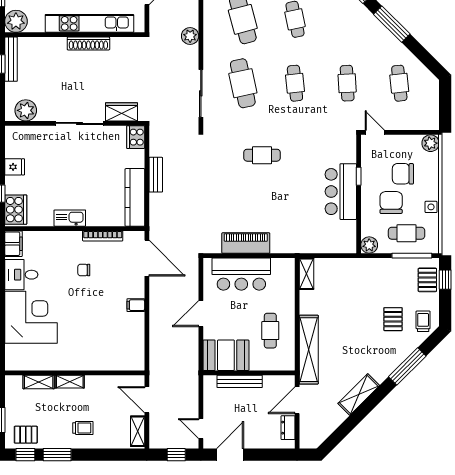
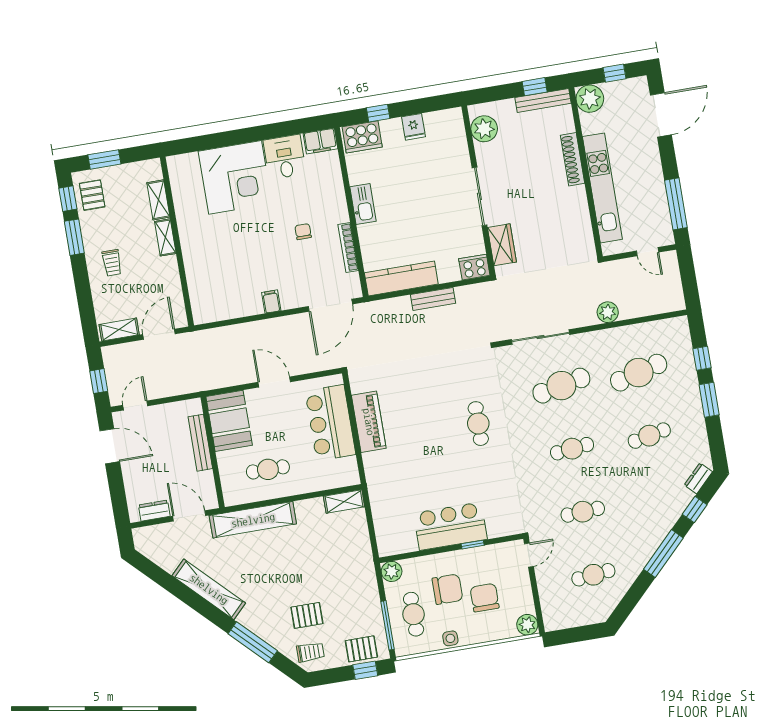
shoe rack: (88, 44) -> (572, 159), moved
shelving: (359, 395) -> (209, 589), width x1.47

